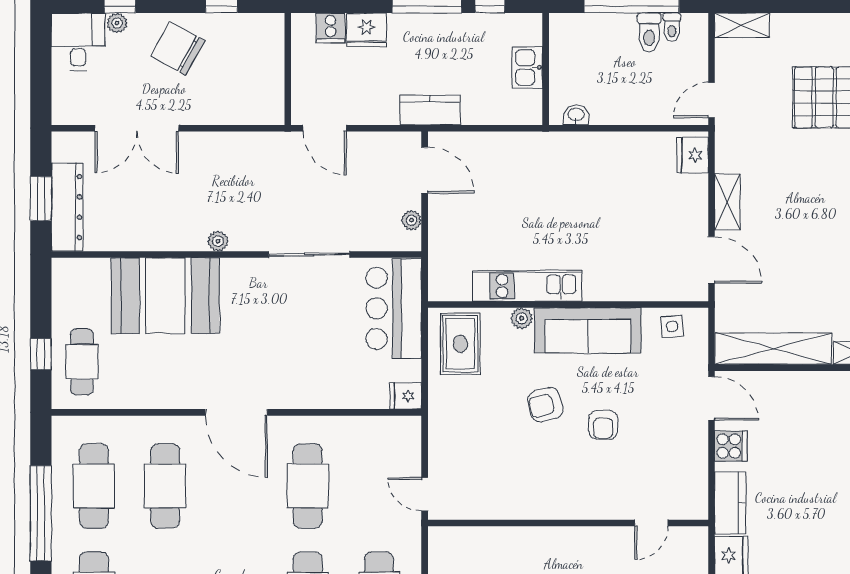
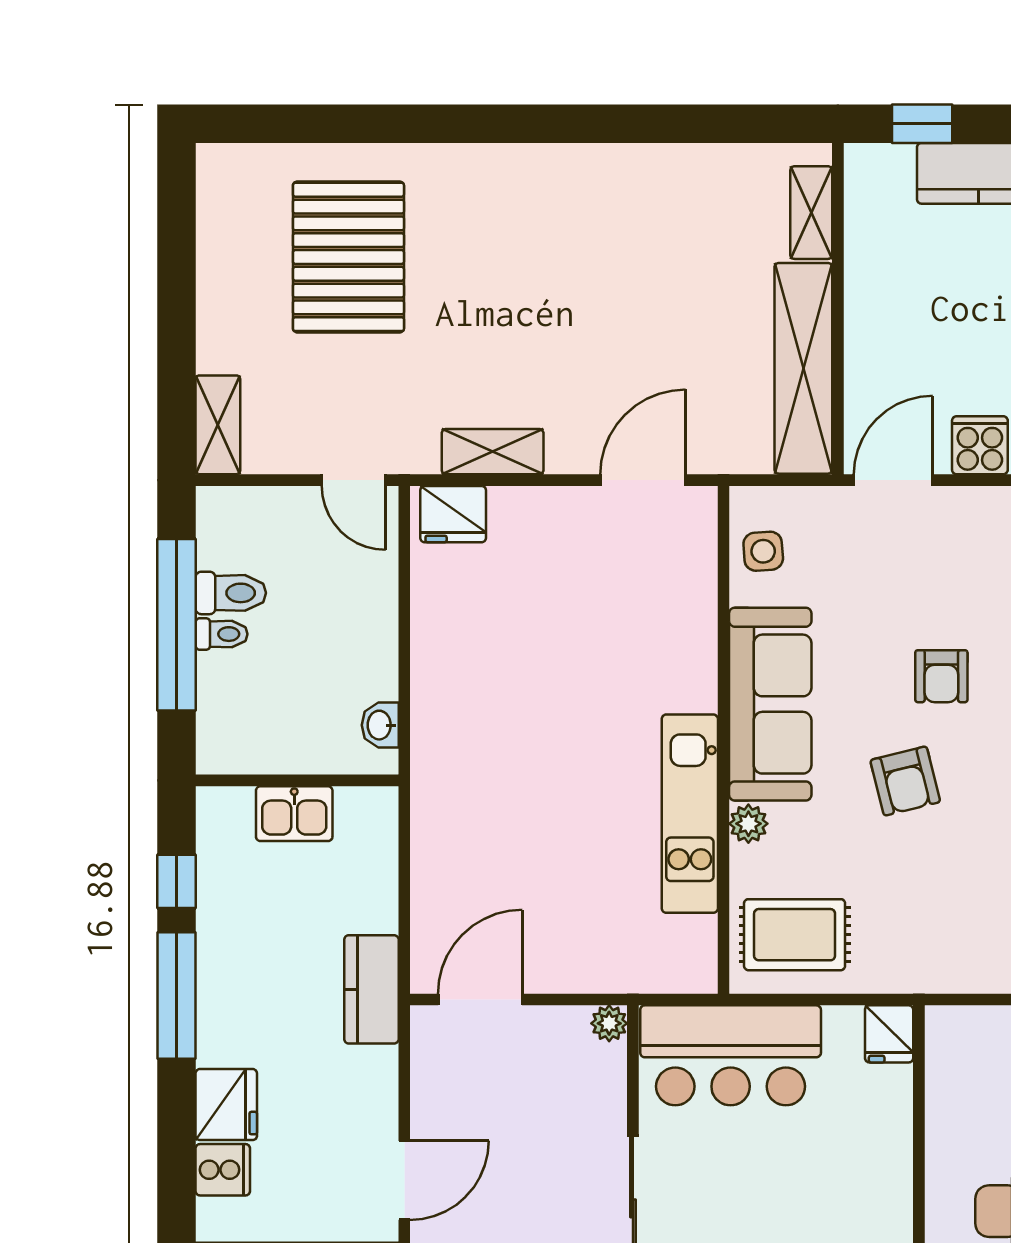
toilet: (672, 27) -> (221, 634), moved
shelving: (727, 202) -> (493, 452), moved
plant: (411, 220) -> (609, 1023), moved
armchair: (603, 425) -> (941, 676), turned 90

